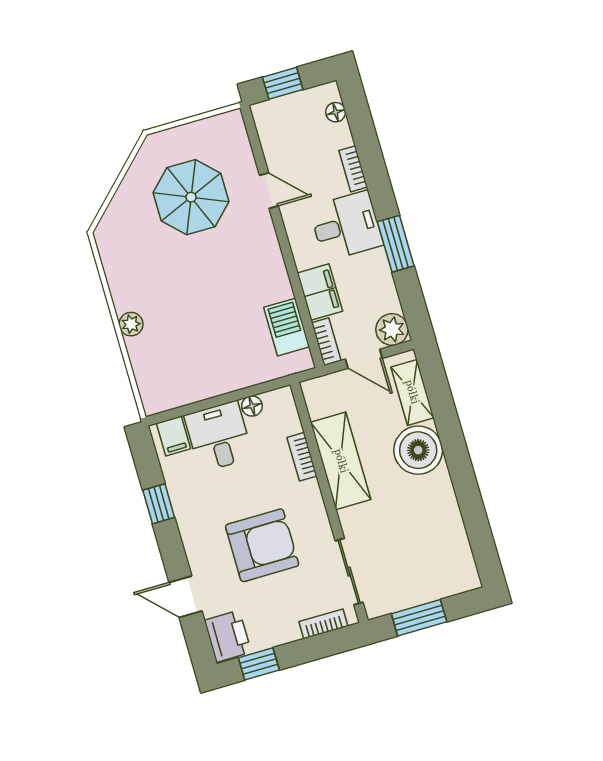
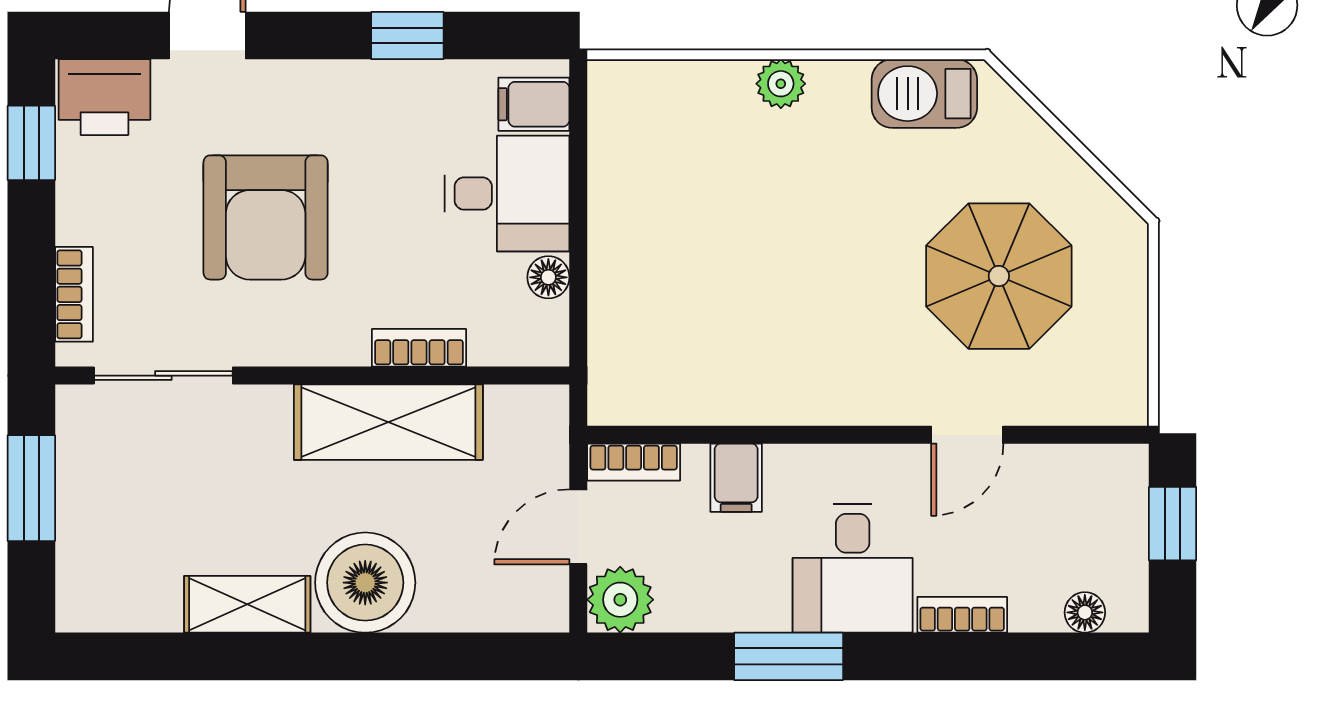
filing cabinet: (320, 292) -> (736, 478), width x0.50
barbecue: (287, 327) -> (924, 94), moved, turned 180
shelving: (412, 392) -> (247, 604), moved

